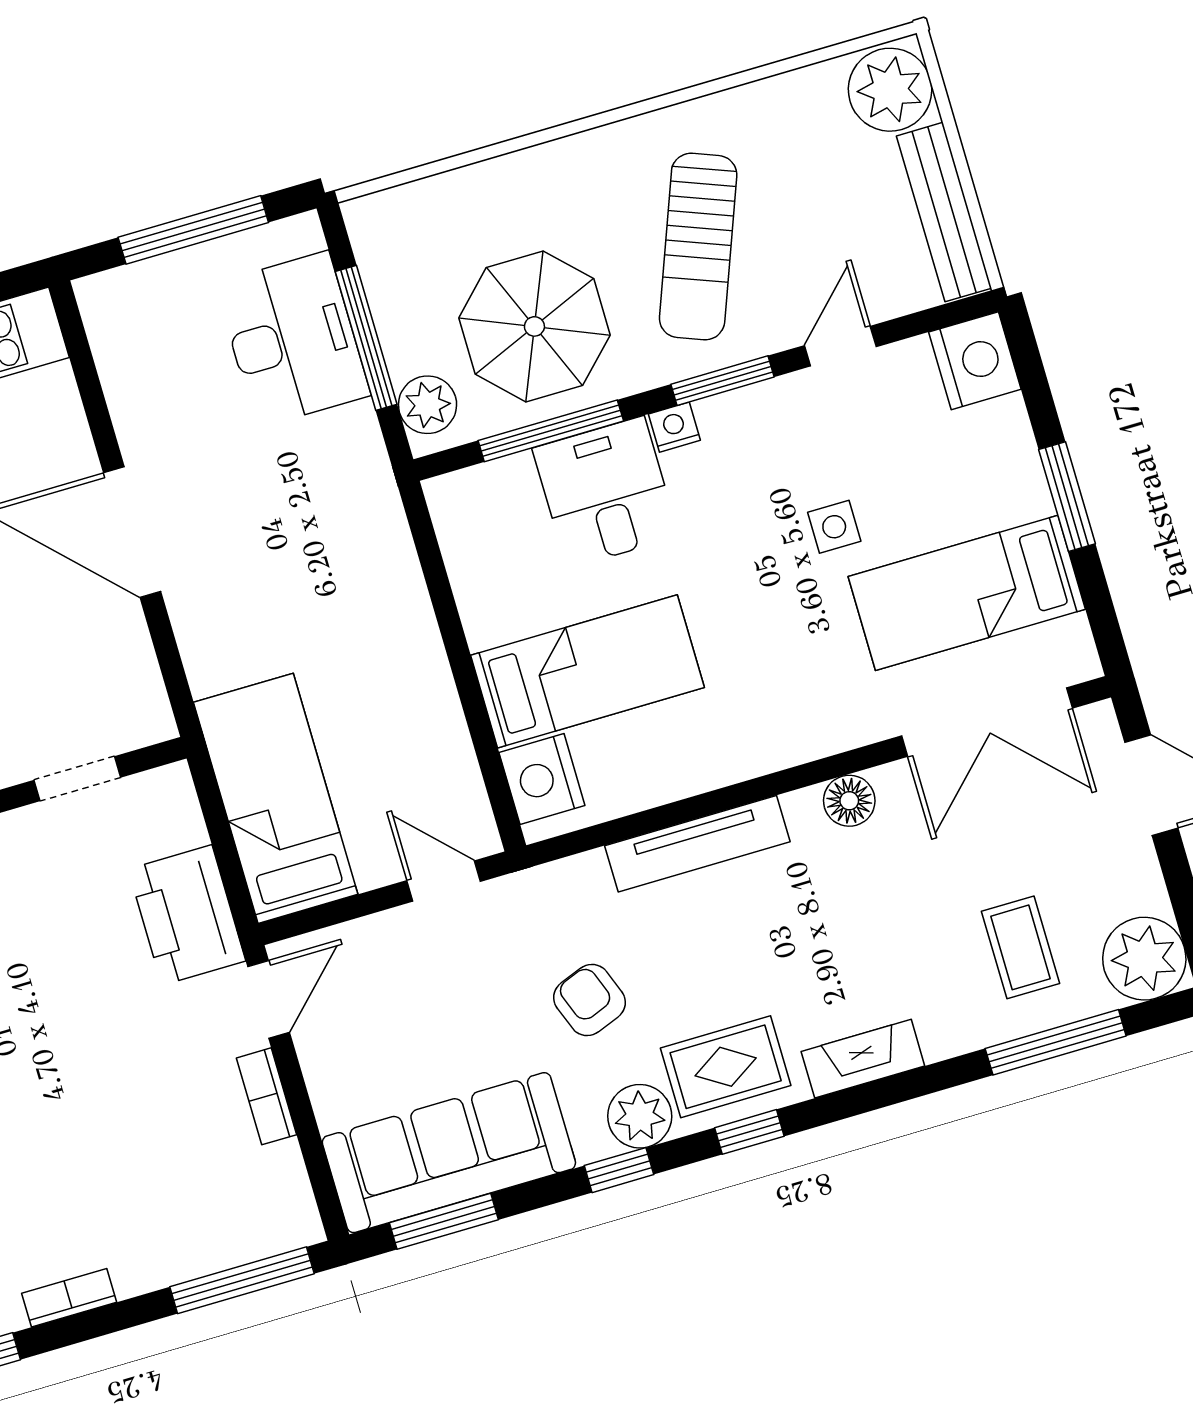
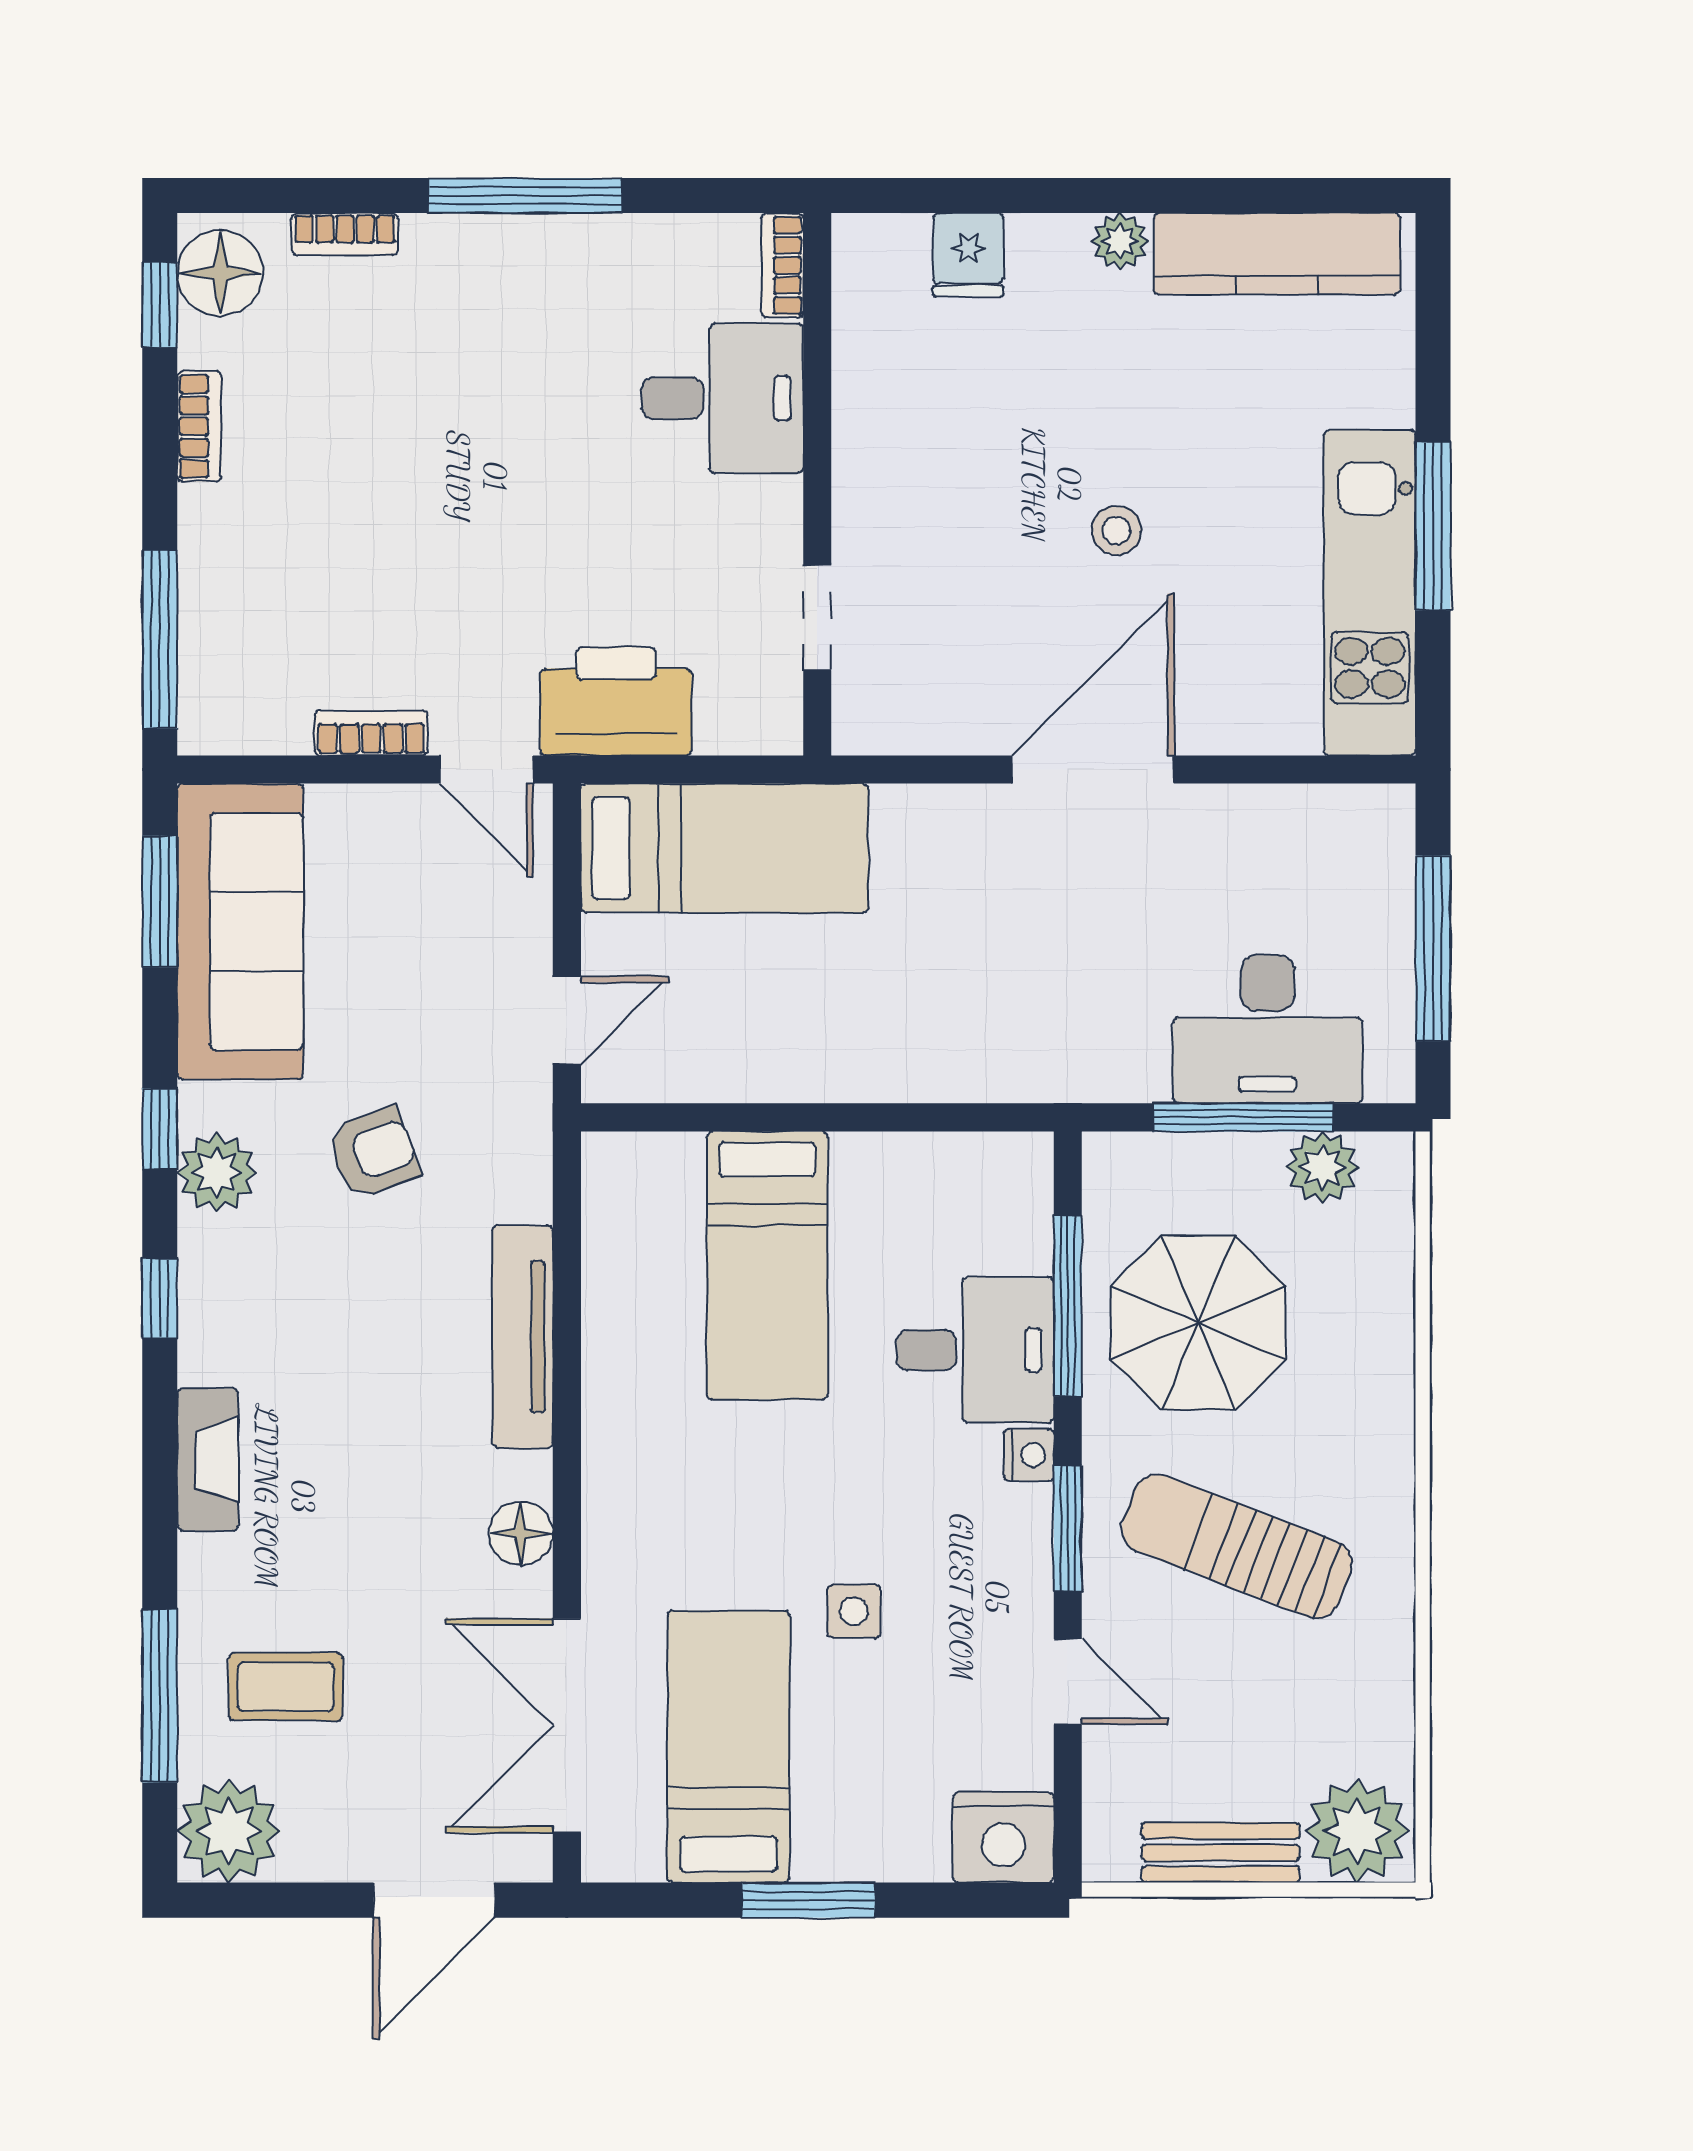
bench: (944, 212) -> (1221, 1853), width x0.73
plant: (428, 405) -> (1322, 1167), moved
nightstand: (542, 779) -> (654, 1173), removed
rug: (726, 1067) -> (246, 1292), removed

